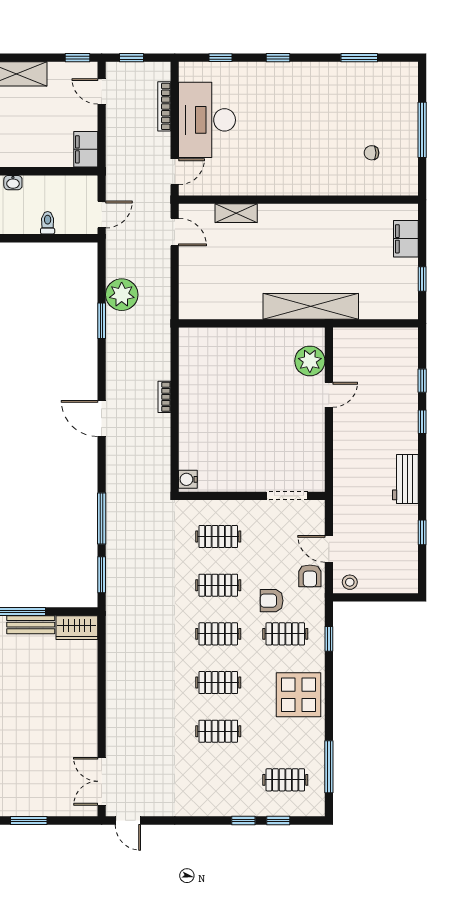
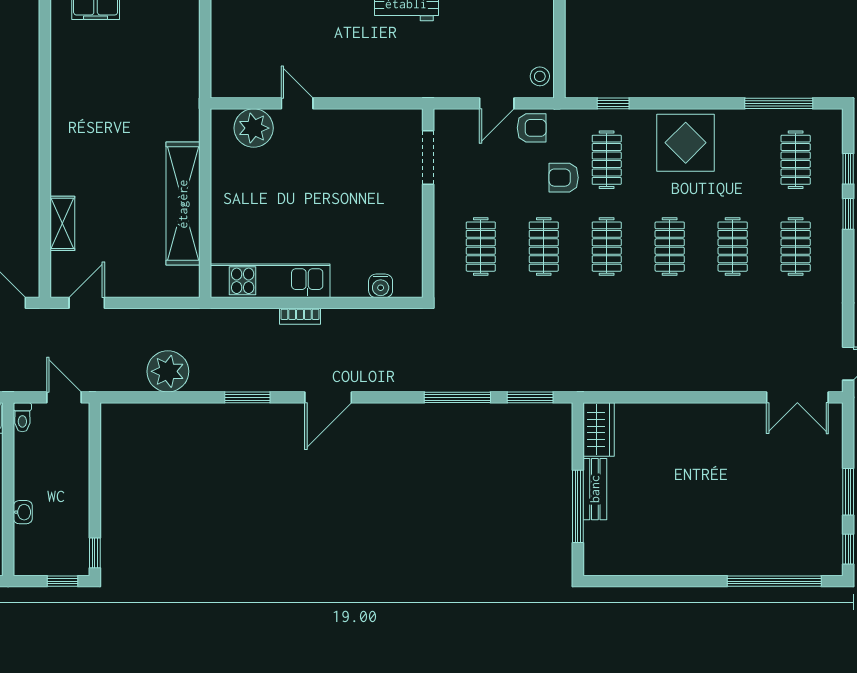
toilet: (48, 223) -> (22, 417), moved, turned -90
shelving: (311, 306) -> (183, 204), moved
window: (102, 321) -> (247, 397), moved
kitchen unit: (192, 374) -> (270, 281), added
water cooler: (188, 479) -> (381, 286), moved
armchair: (272, 601) -> (564, 178), turned 90
clothes rail: (218, 780) -> (796, 247), added

